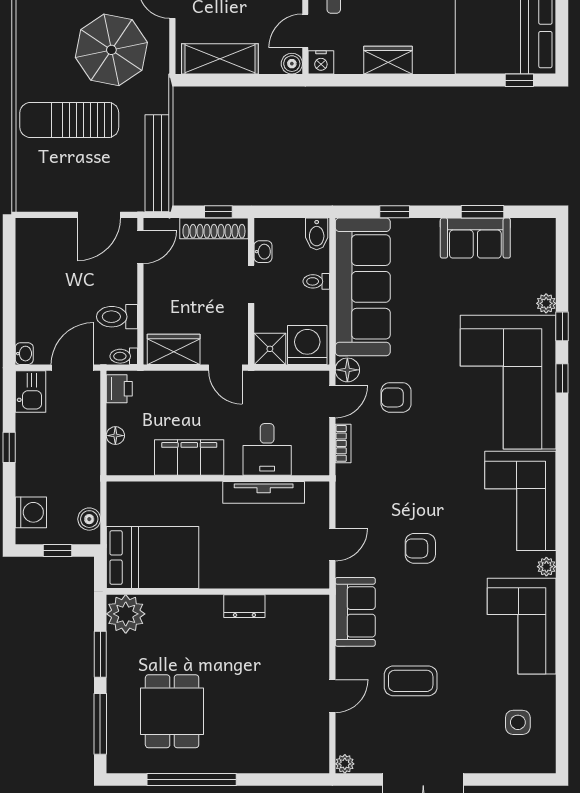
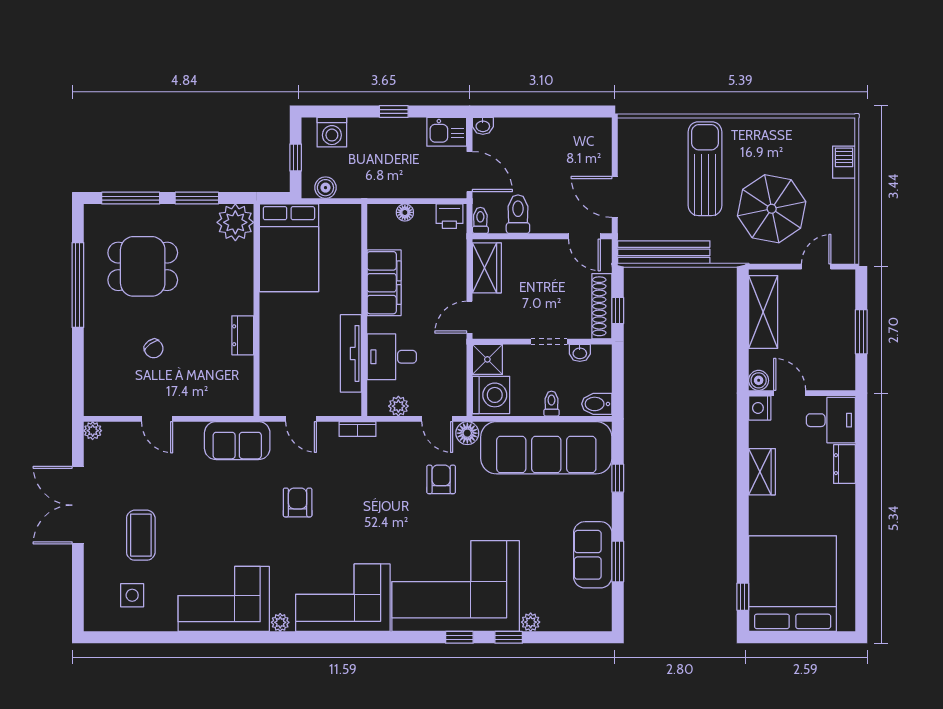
plant: (319, 442) -> (398, 406), added
bookcase: (343, 443) -> (358, 429), moved
coffee table: (411, 681) -> (141, 535), moved
chair: (258, 700) -> (154, 349), added

